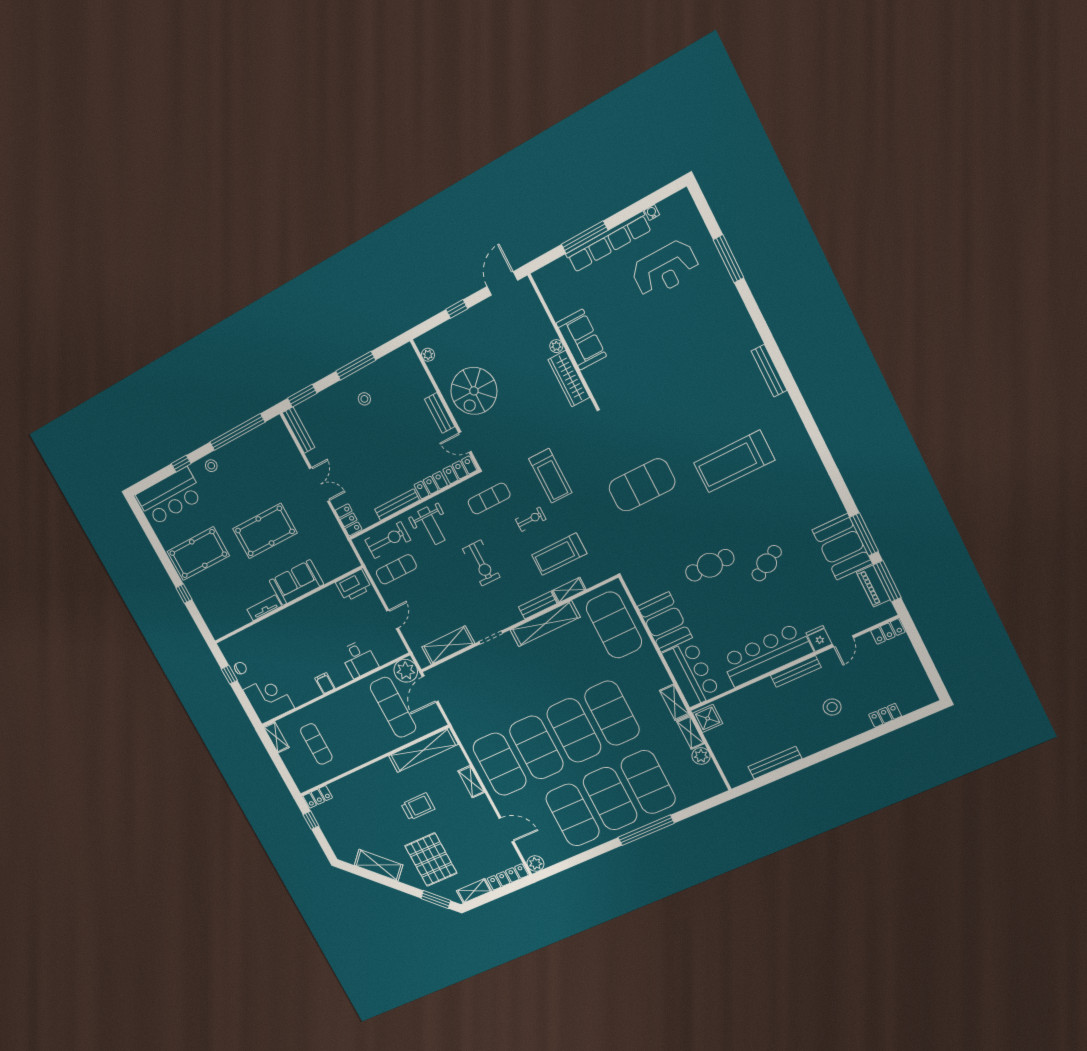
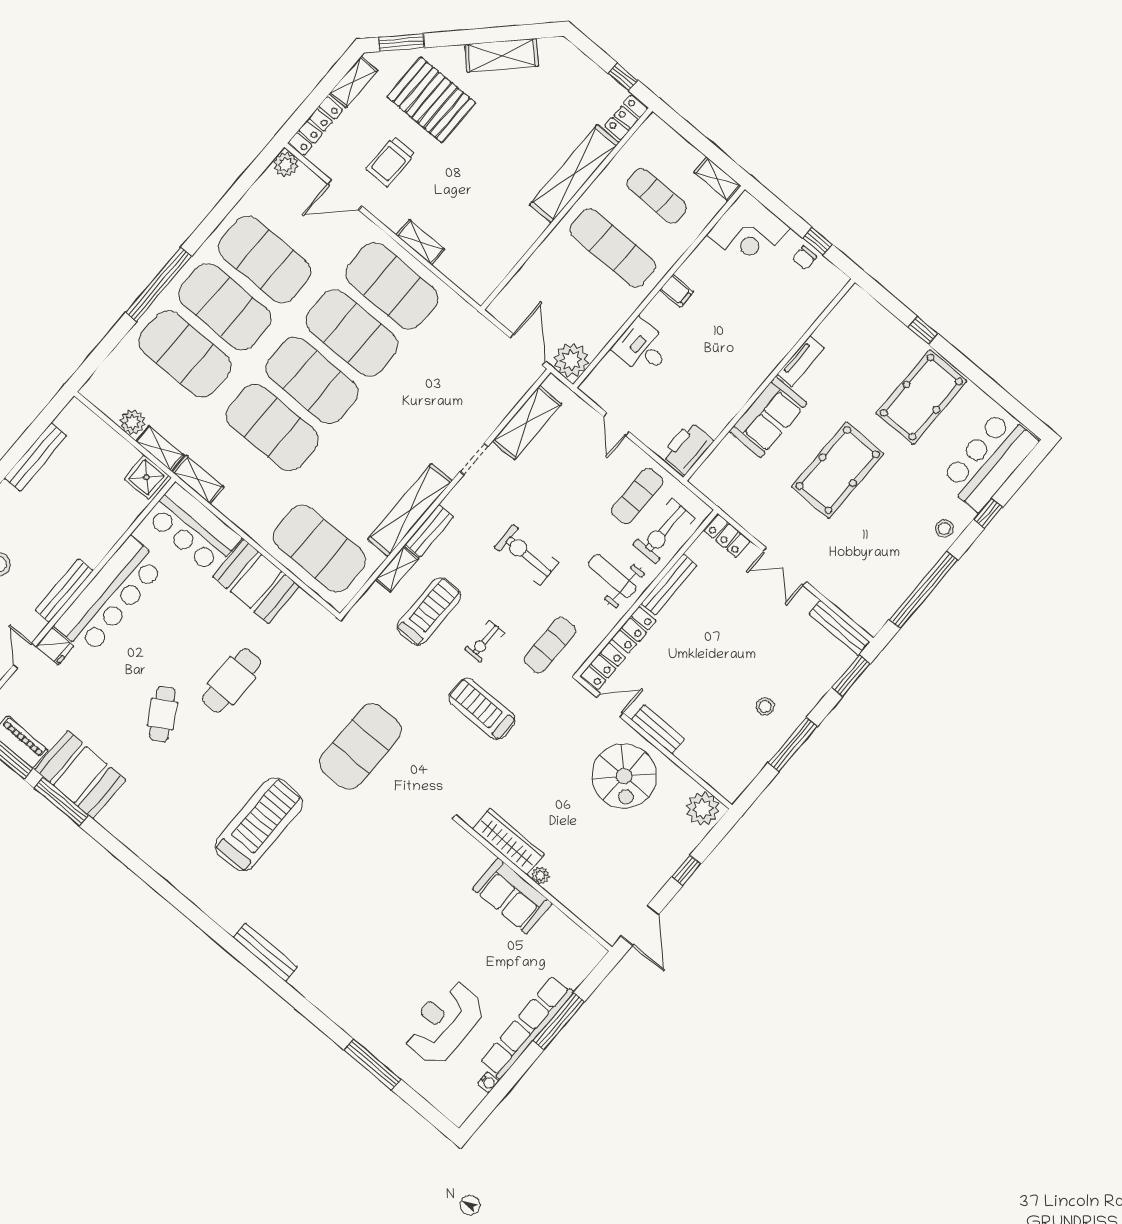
plant: (428, 355) -> (703, 809), width x1.88, depth x1.88
spiral stairs: (474, 391) -> (624, 776), turned 180
exercise mat: (393, 707) -> (613, 248), moved
shelving: (423, 750) -> (574, 174), moved
trolley: (418, 806) -> (391, 161), moved

